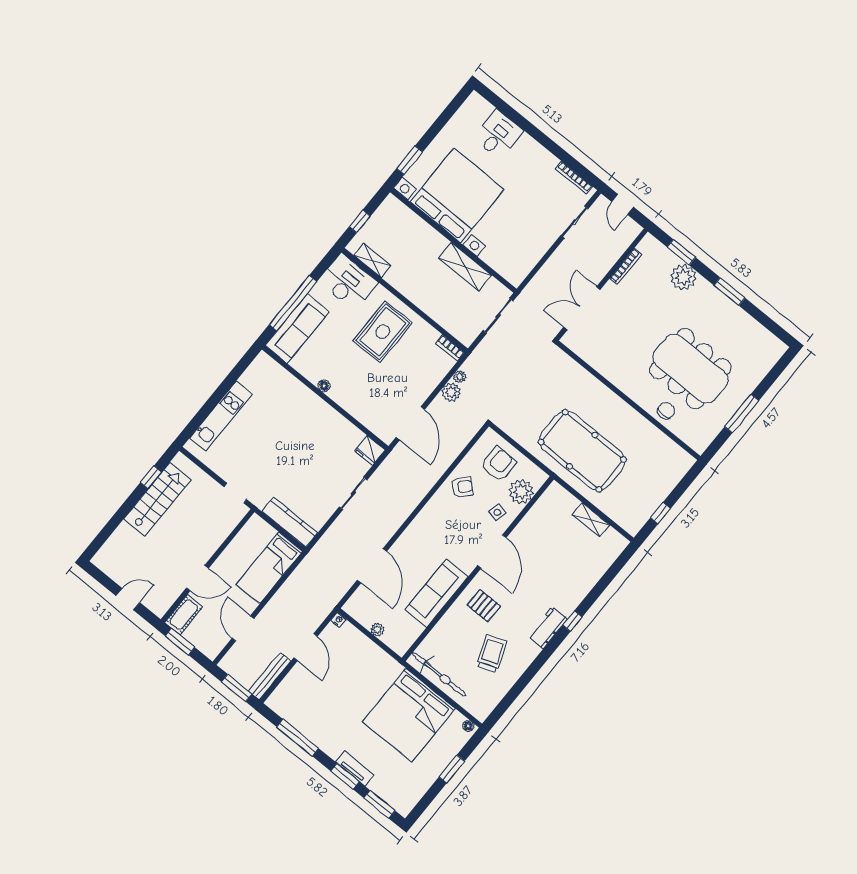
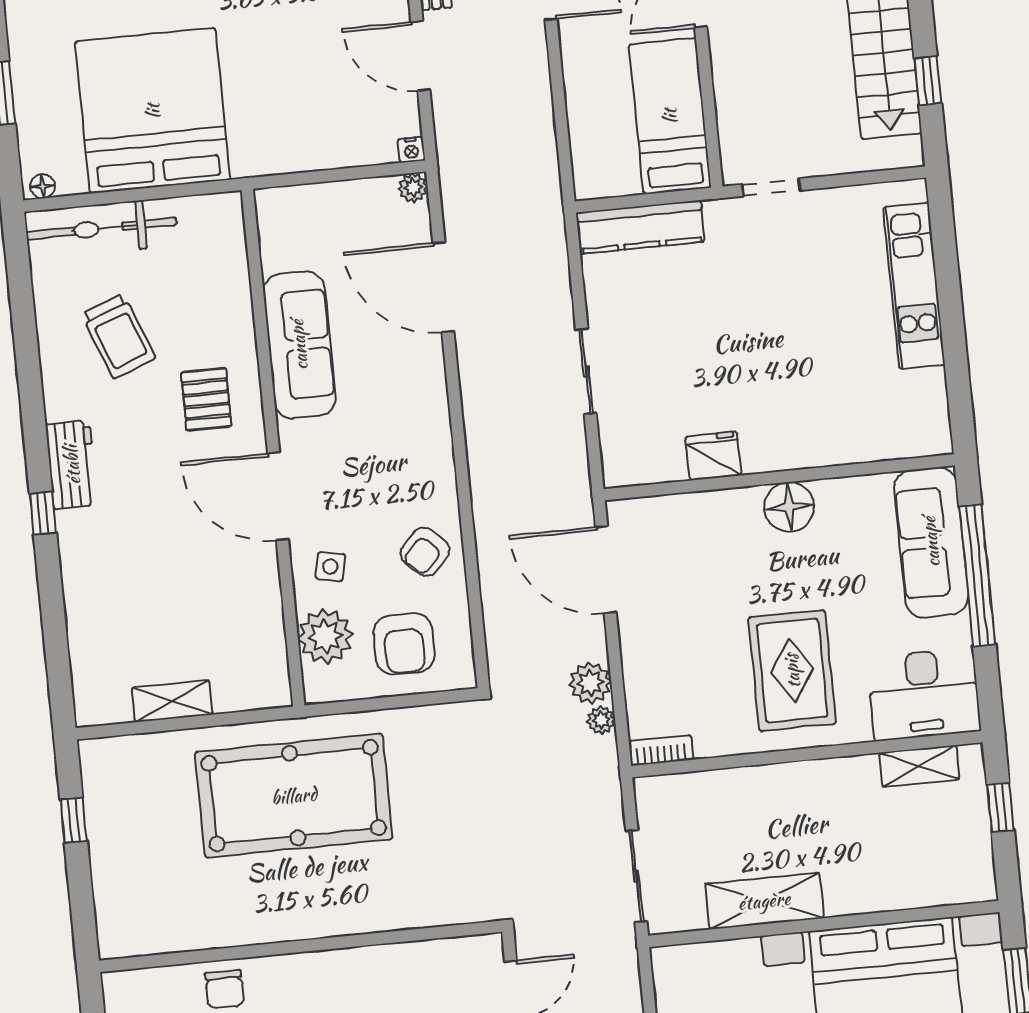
floor lamp: (324, 386) -> (789, 507), width x1.89, depth x1.89
fridge: (370, 450) -> (713, 456), moved
bed: (269, 568) -> (670, 116), moved
pallet: (484, 605) -> (206, 399), turned 90
plant: (377, 630) -> (413, 188), moved
bicycle: (439, 674) -> (101, 228), moved

